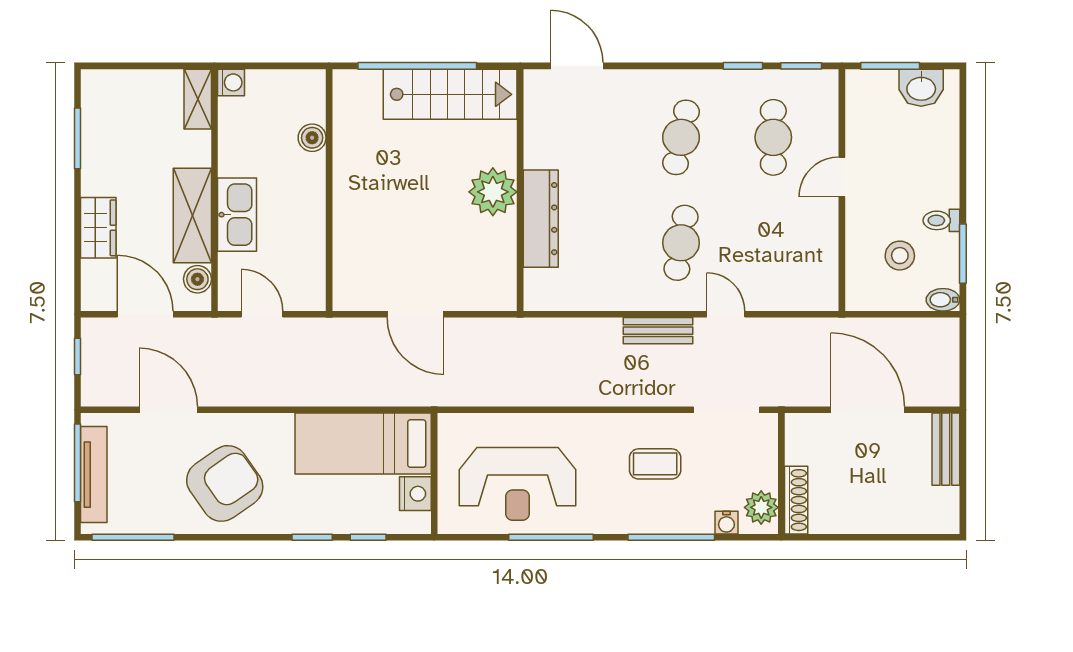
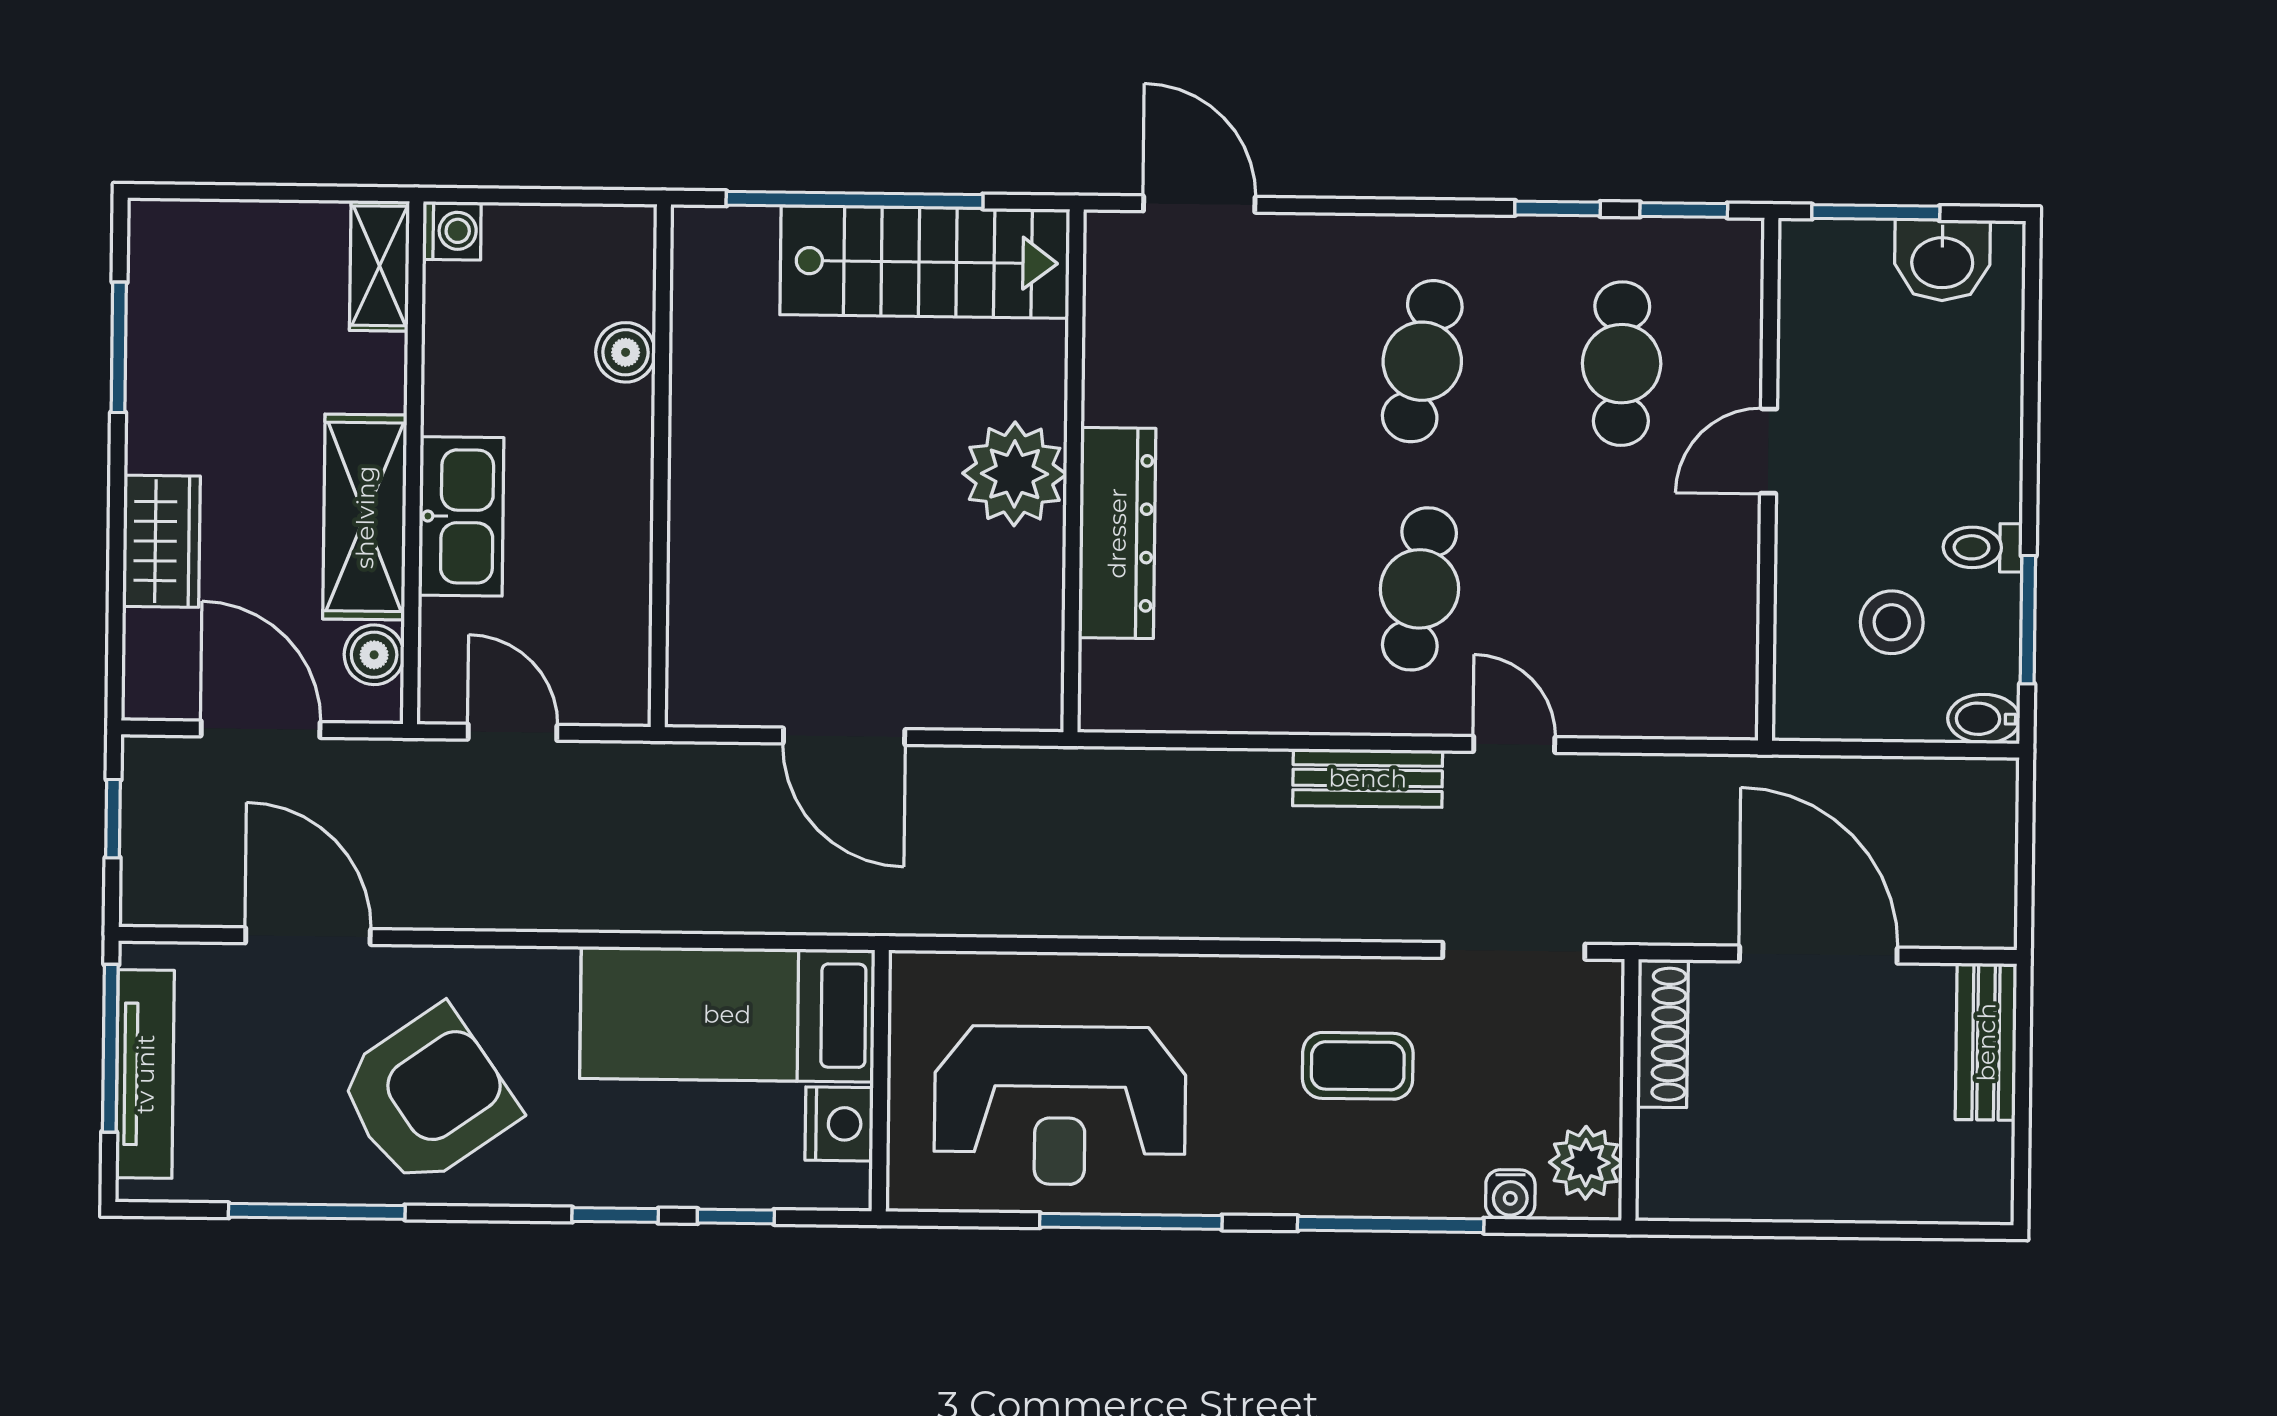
shoe rack: (796, 500) -> (1663, 1034), moved
window: (133, 537) -> (317, 1211), moved

